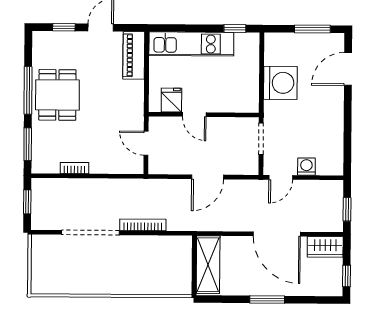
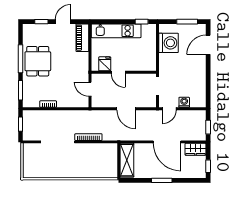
washing machine: (280, 83) -> (169, 43), moved
door: (208, 177) -> (126, 109), hinge flipped

